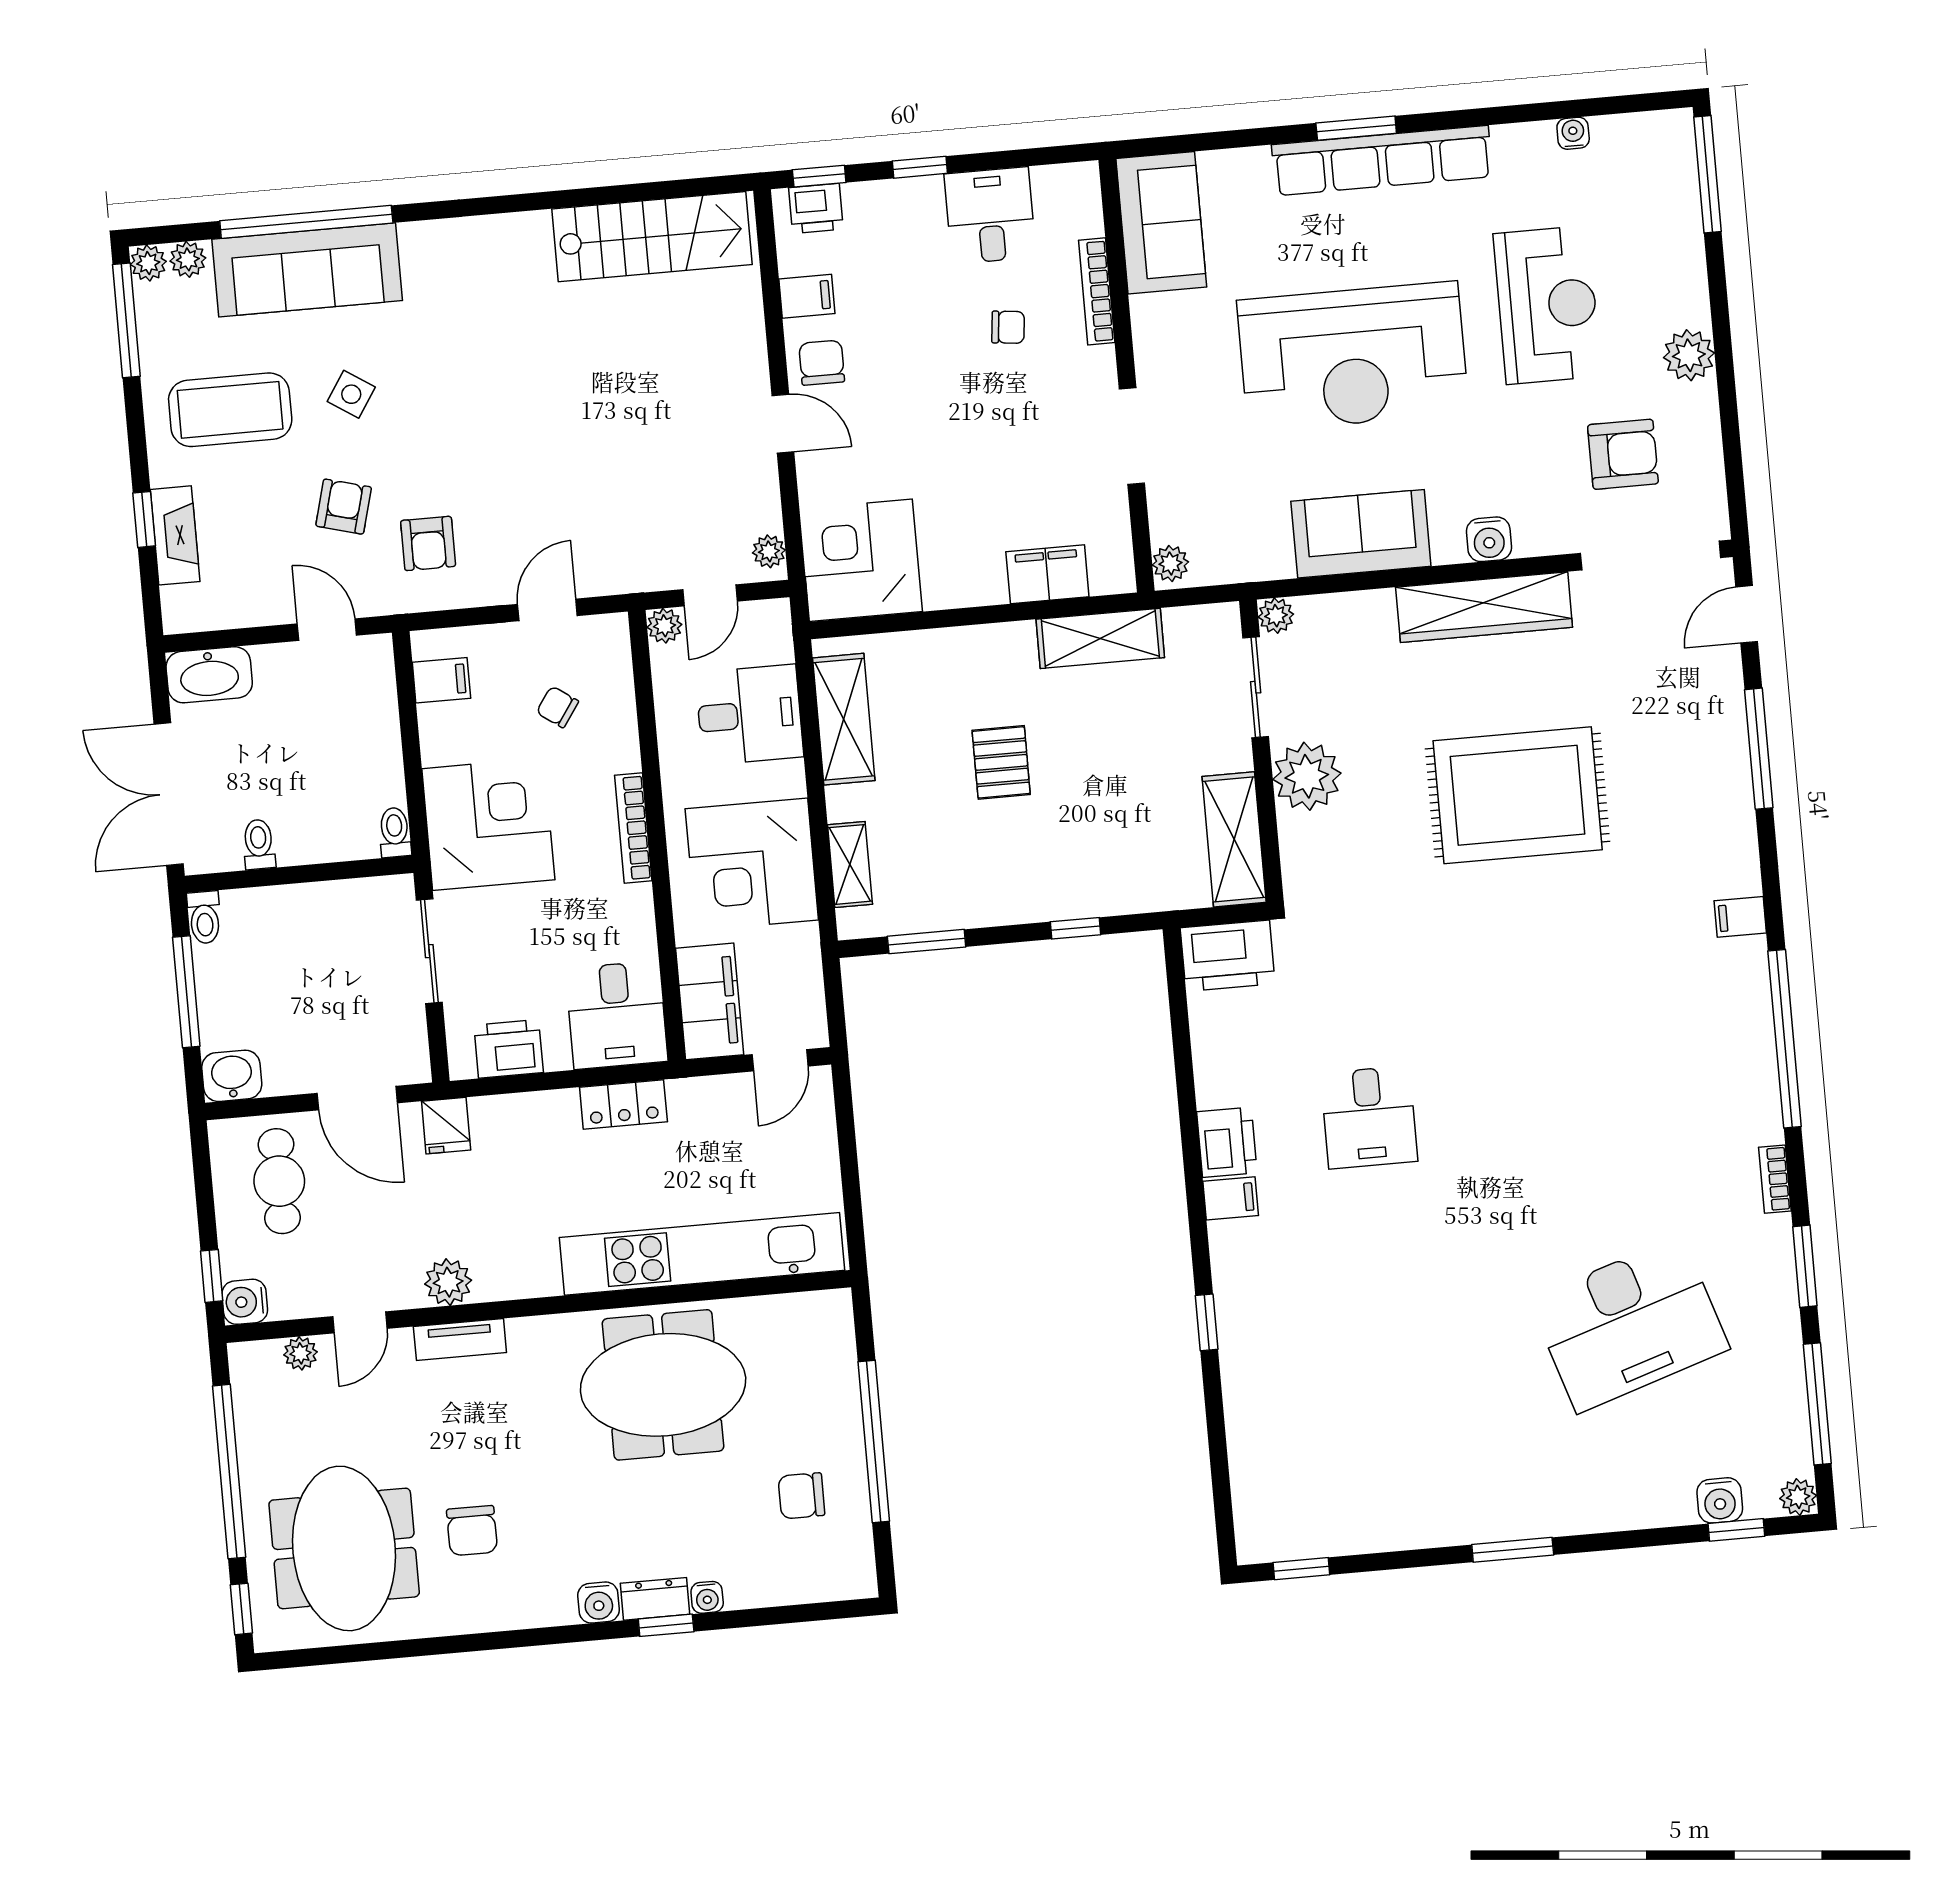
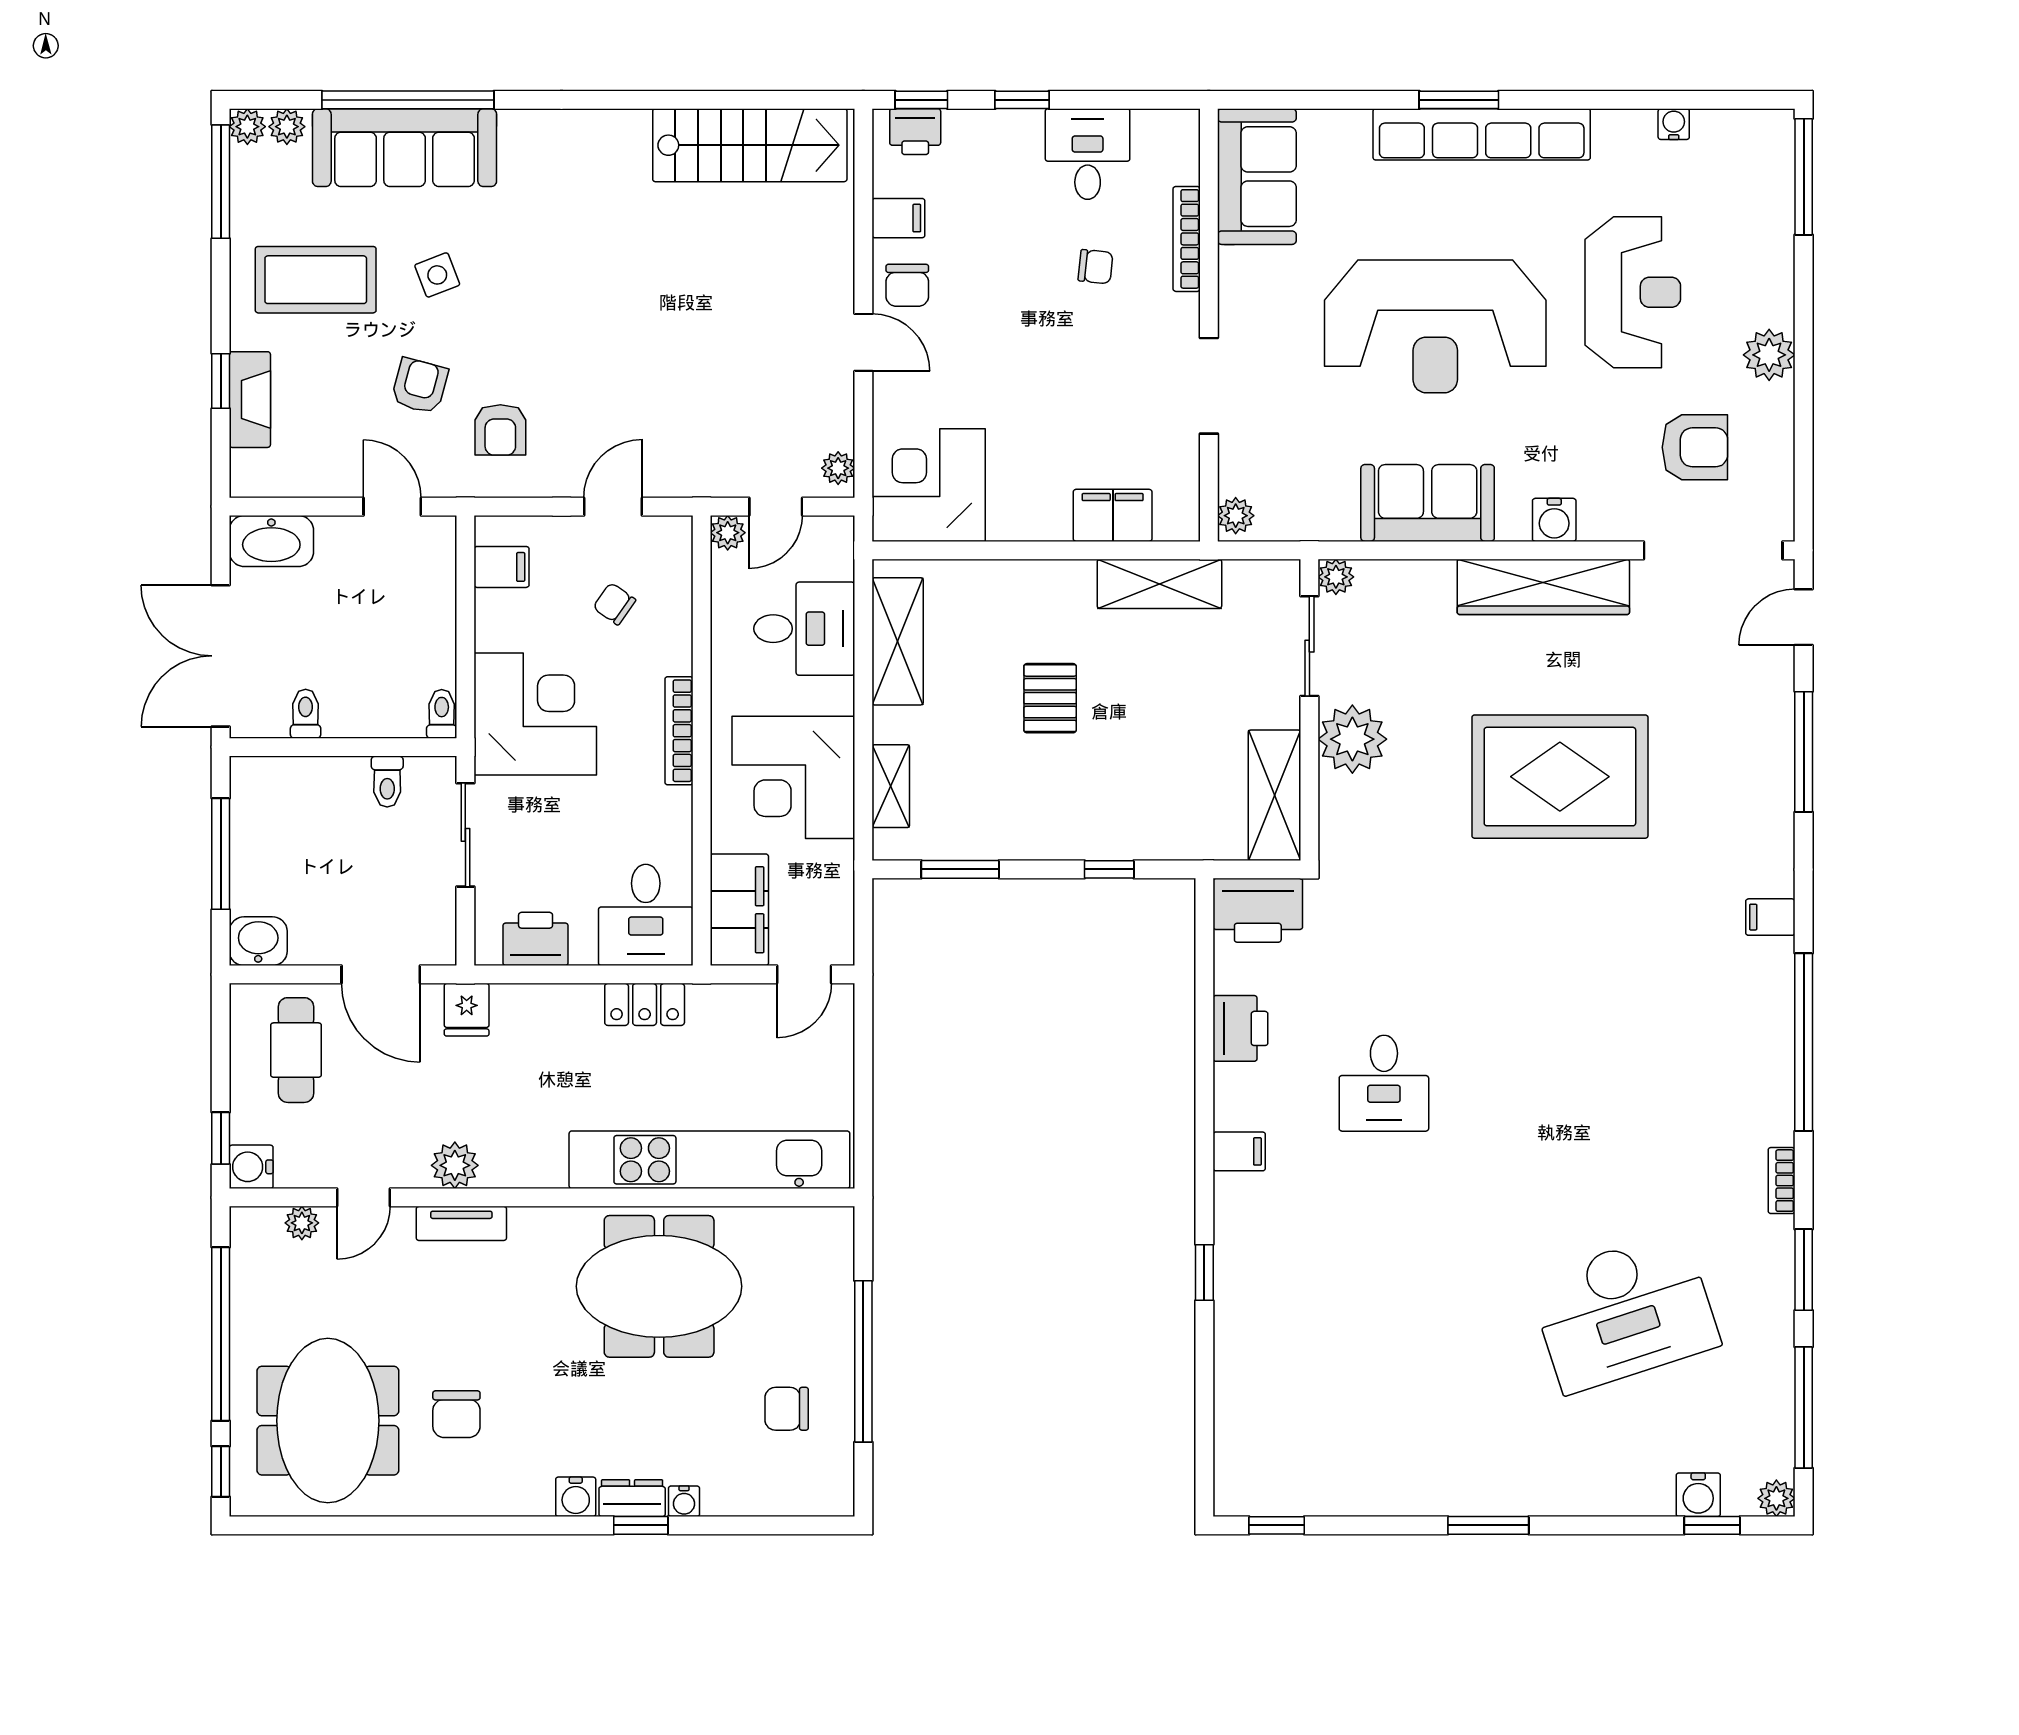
chair: (822, 363) -> (907, 285), turned 180
side table: (351, 394) -> (437, 275), turned 36
toilet: (204, 917) -> (387, 782), moved
printer: (1227, 1142) -> (1240, 1028), moved

